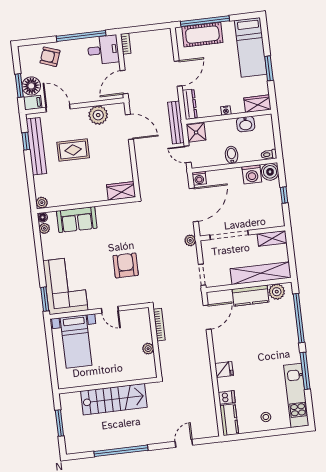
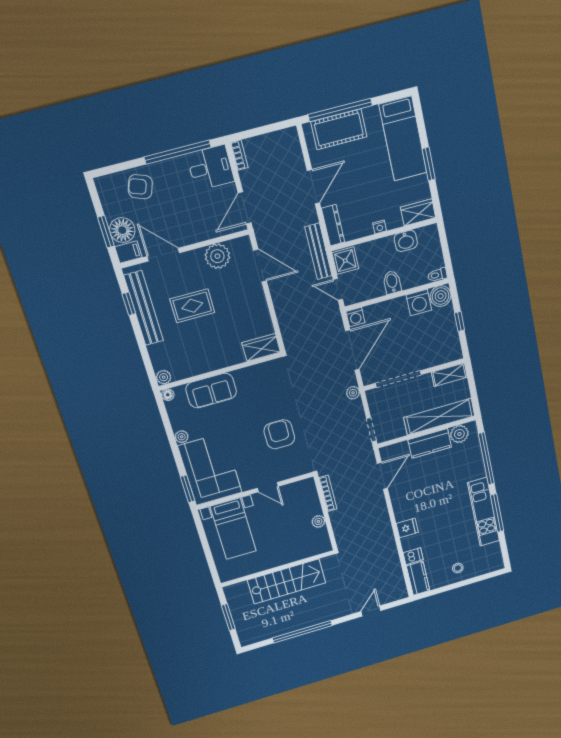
plant: (44, 228) -> (182, 437), moved
kitchen unit: (296, 395) -> (484, 512), moved

